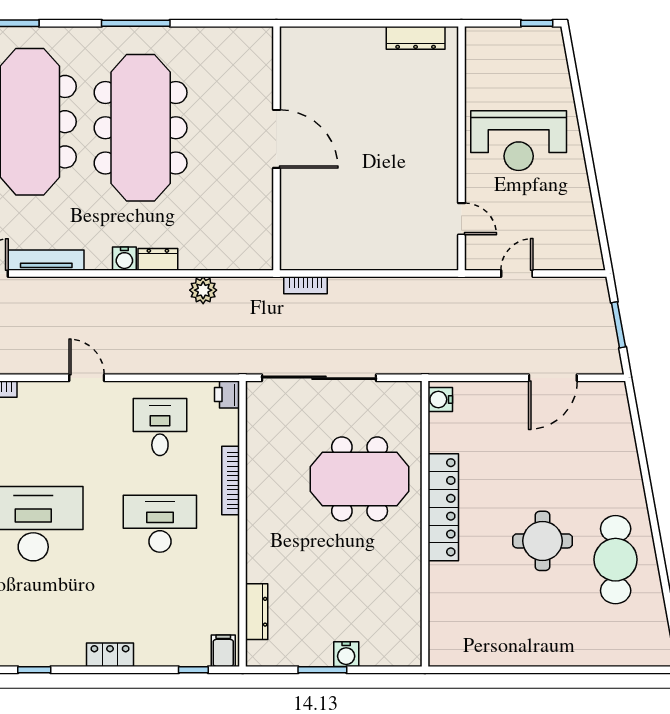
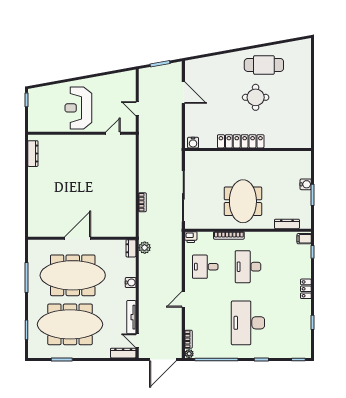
door: (276, 139) -> (78, 238), moved
reception desk: (519, 141) -> (78, 108), turned 180
wall: (276, 148) -> (82, 238), moved
dresser: (158, 259) -> (131, 248), moved
meeting table: (360, 479) -> (243, 201), moved

